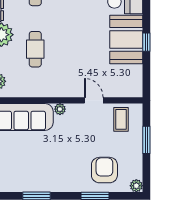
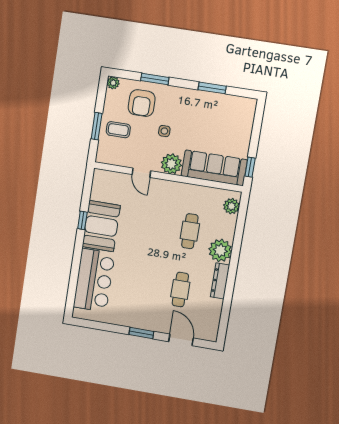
plant: (60, 109) -> (171, 164), width x1.88, depth x1.88
coffee table: (121, 119) -> (118, 130), moved, turned 90
side table: (77, 146) -> (164, 131), added

